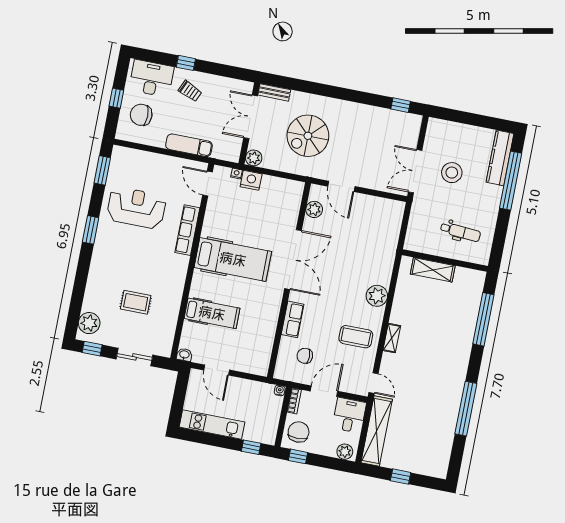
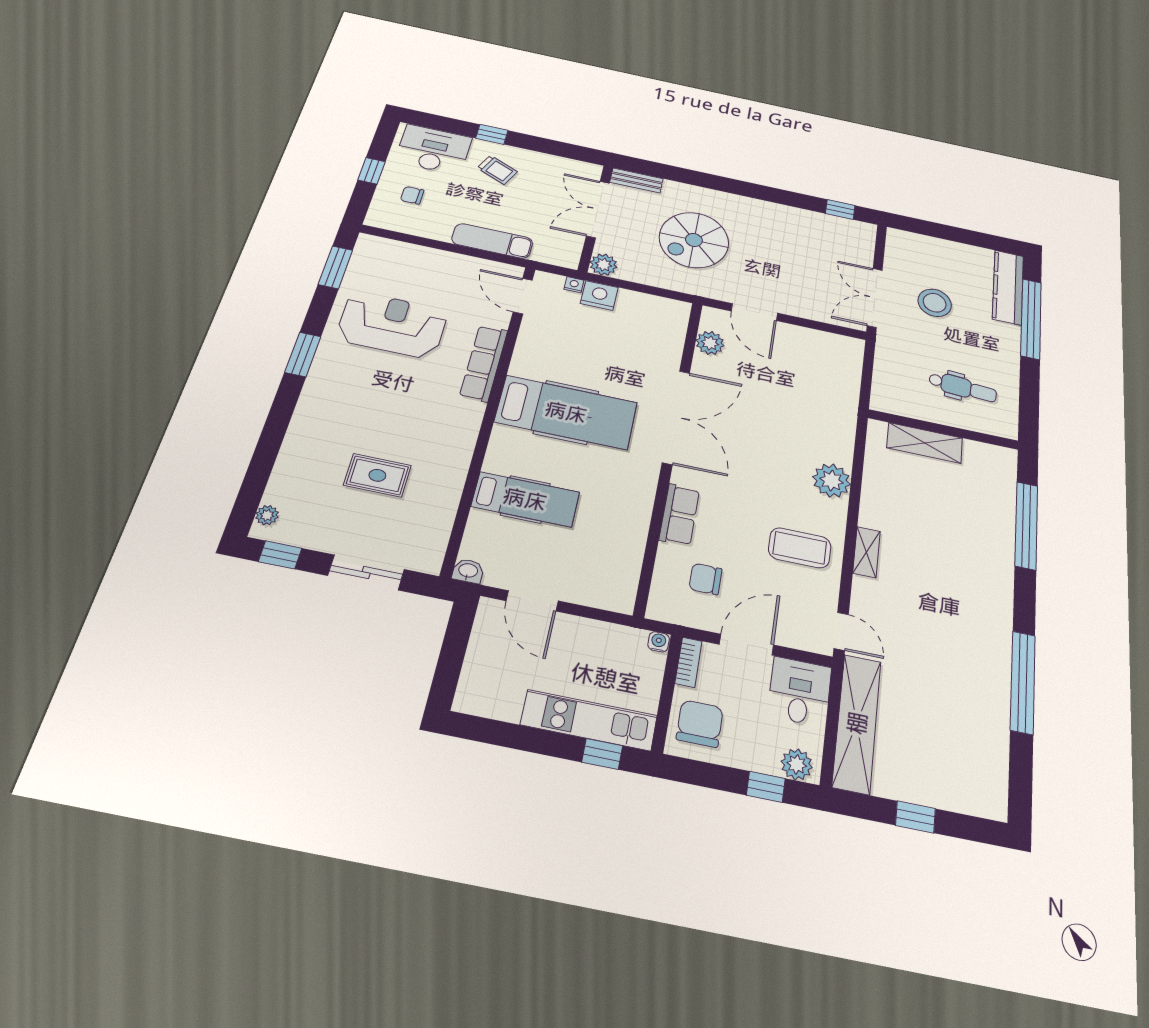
chair: (141, 115) -> (412, 195), width x0.54, depth x0.54
plant: (89, 323) -> (267, 515), width x0.53, depth x0.53
kitchen unit: (212, 424) -> (589, 720), moved
window: (298, 456) -> (766, 787), moved

